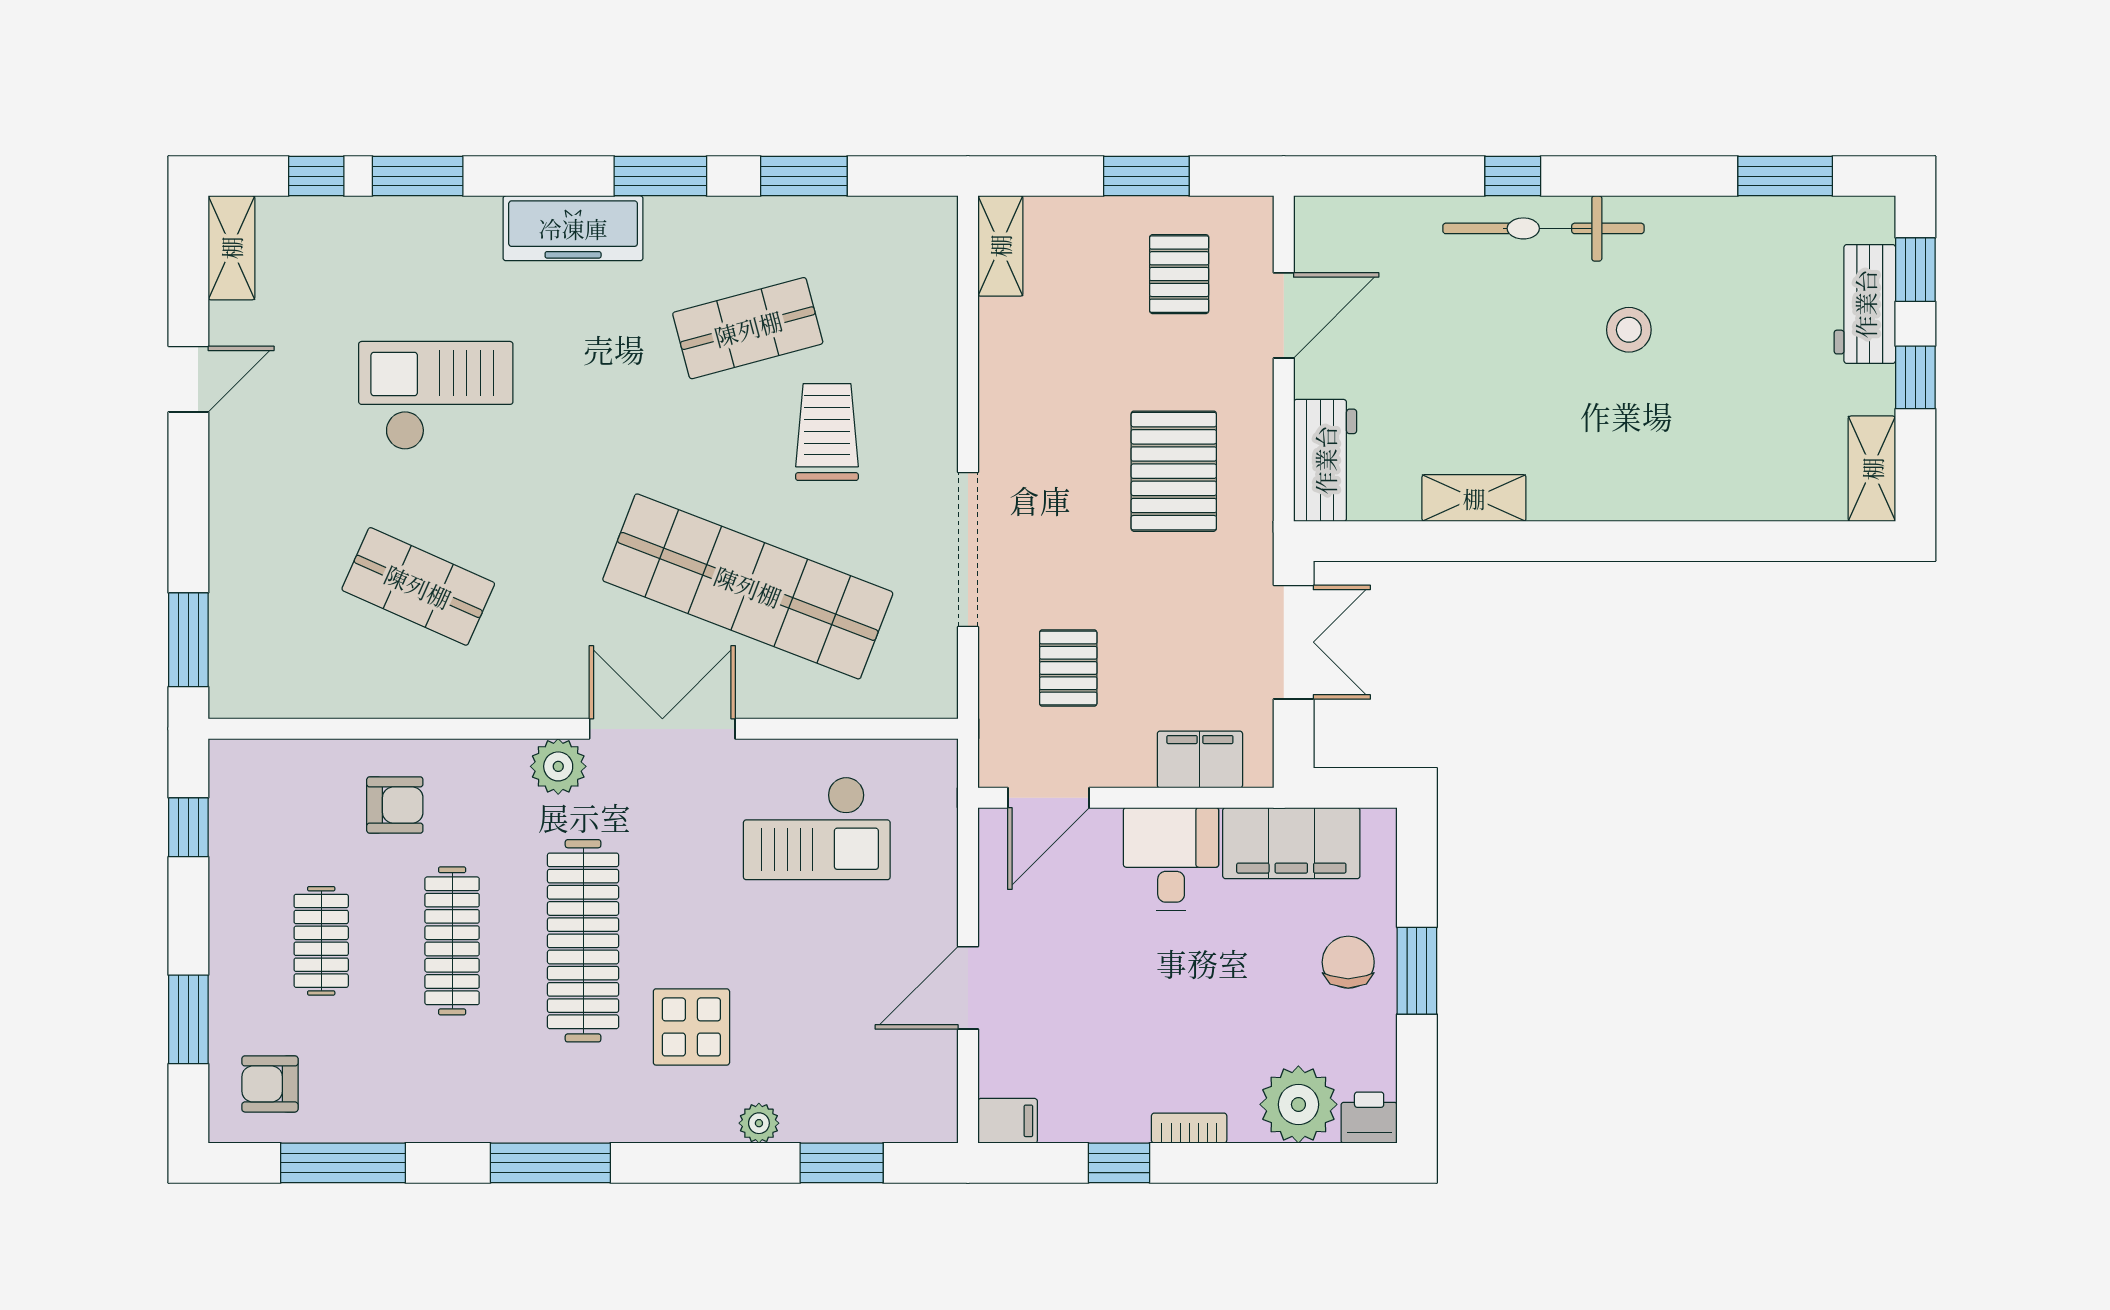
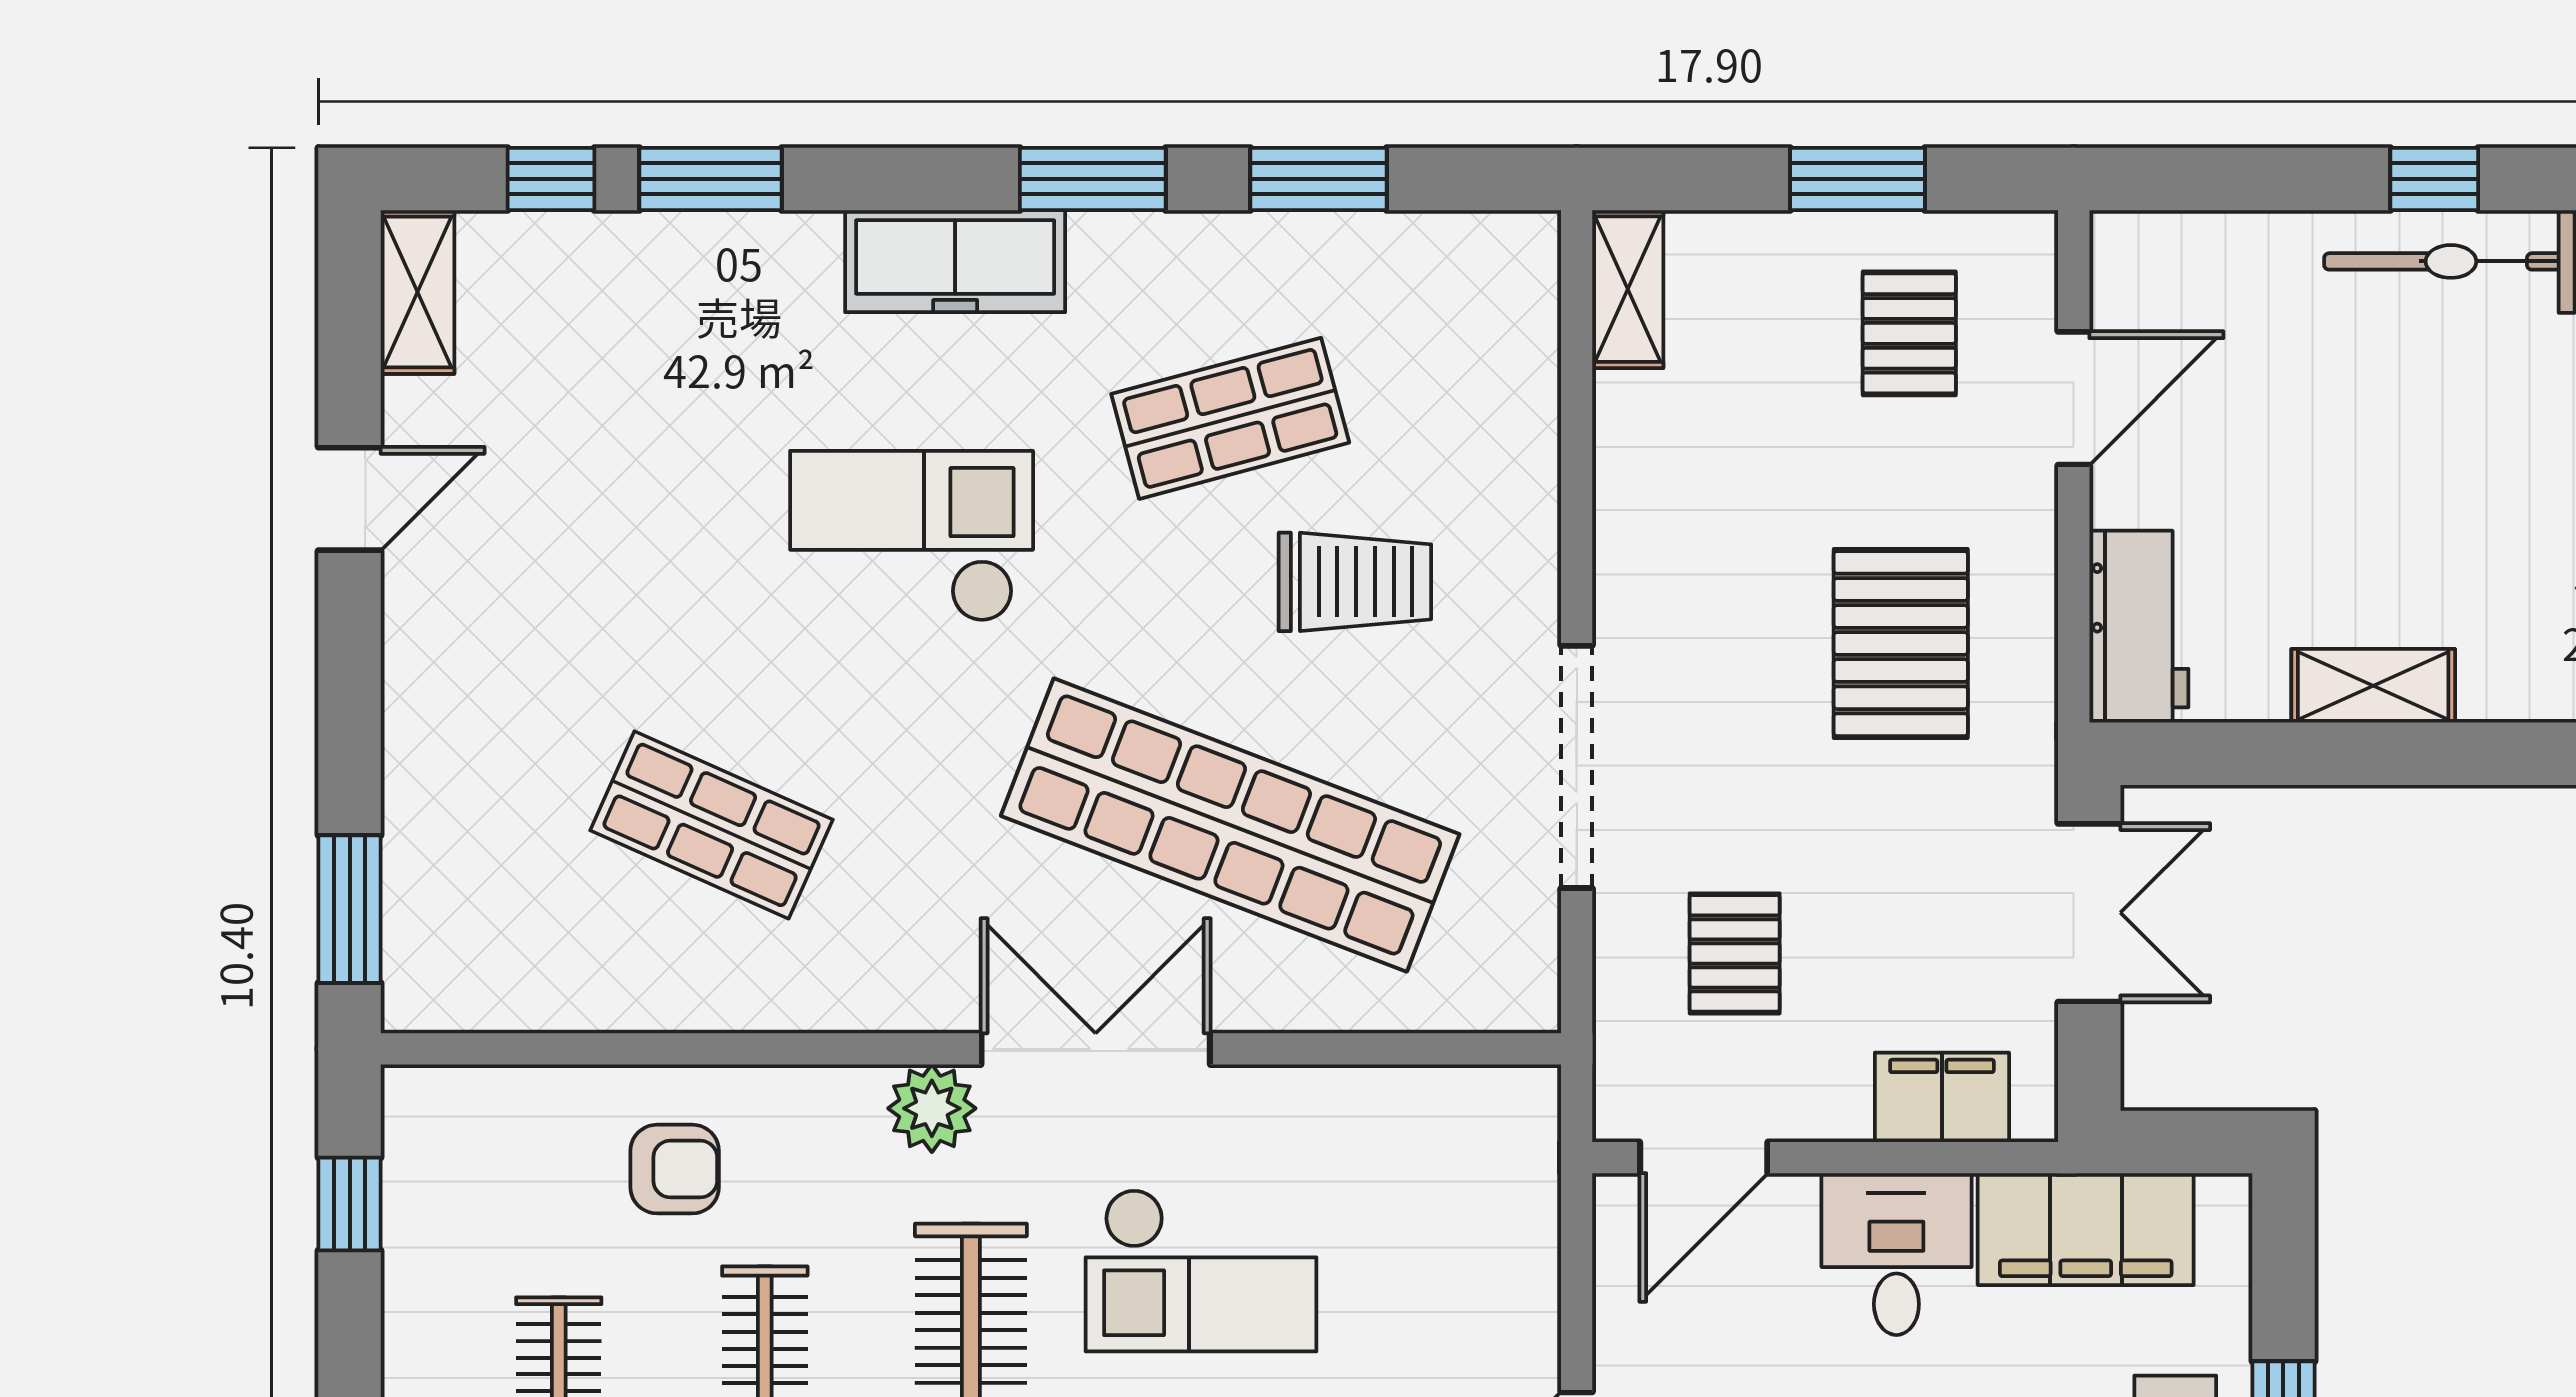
checkout: (436, 396) -> (912, 536), moved
trolley: (827, 432) -> (1355, 582), turned 90
checkout: (817, 828) -> (1201, 1270), moved

